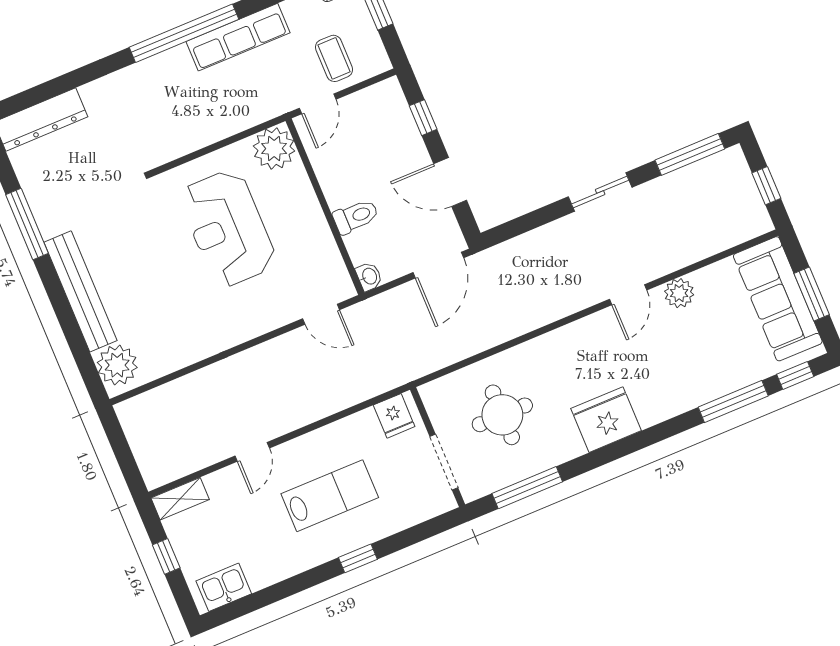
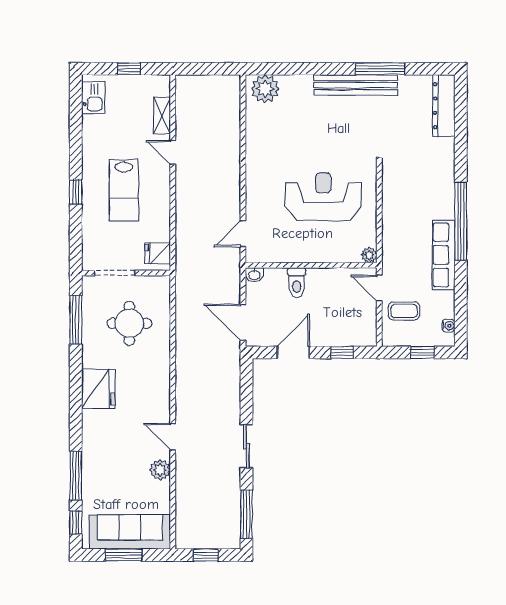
plant: (274, 148) -> (369, 255), width x0.53, depth x0.53
bench: (80, 291) -> (356, 85), moved
shelving: (180, 499) -> (162, 115), moved

